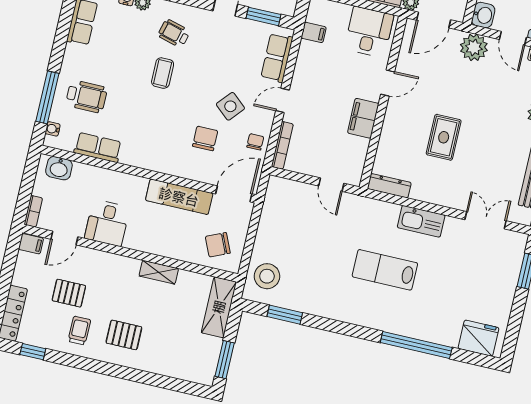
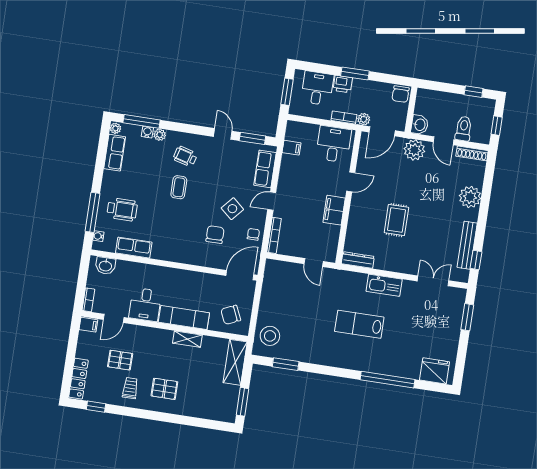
exam couch: (179, 197) -> (184, 317), moved, turned 180

